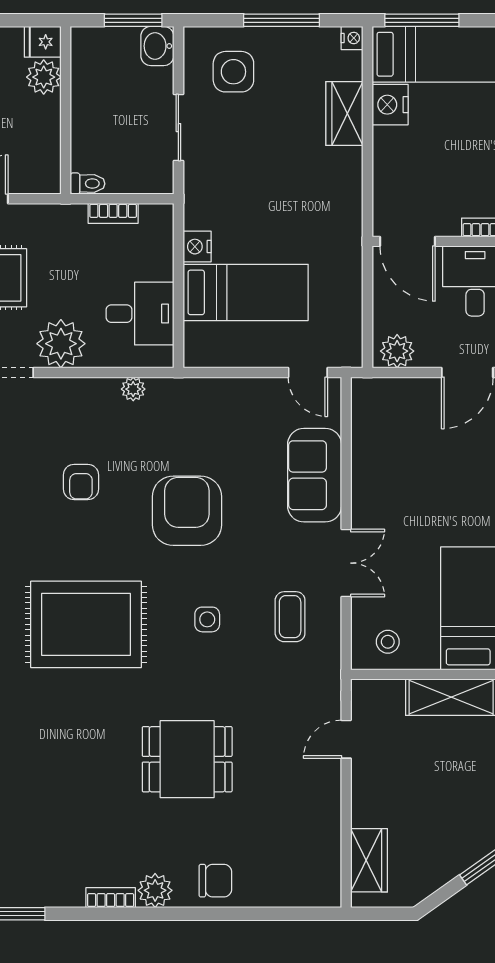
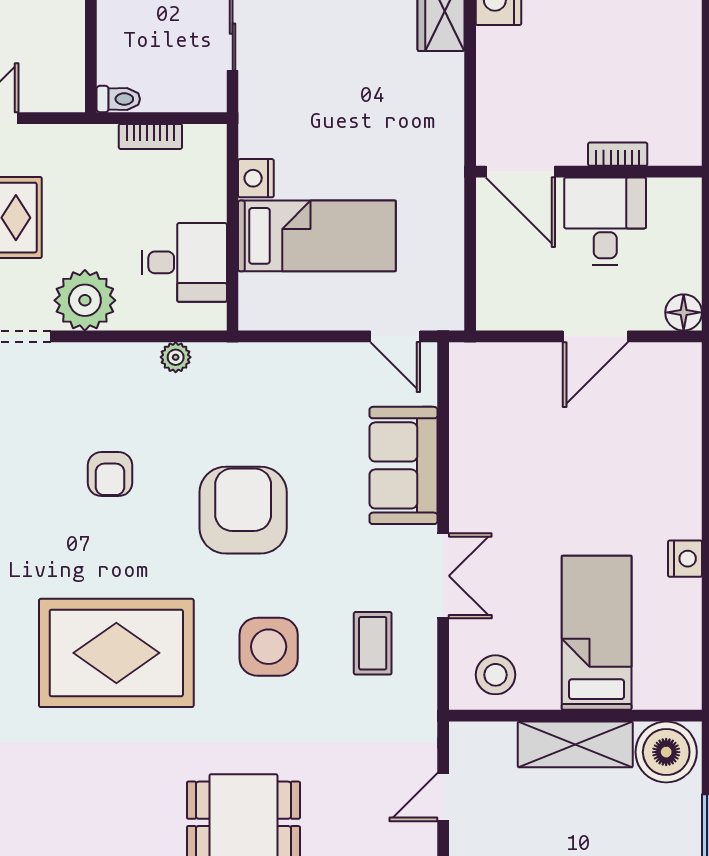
plant: (397, 351) -> (507, 310), removed
side table: (207, 619) -> (269, 647), width x1.87, depth x1.87
stool: (388, 642) -> (496, 675), width x1.37, depth x1.37

